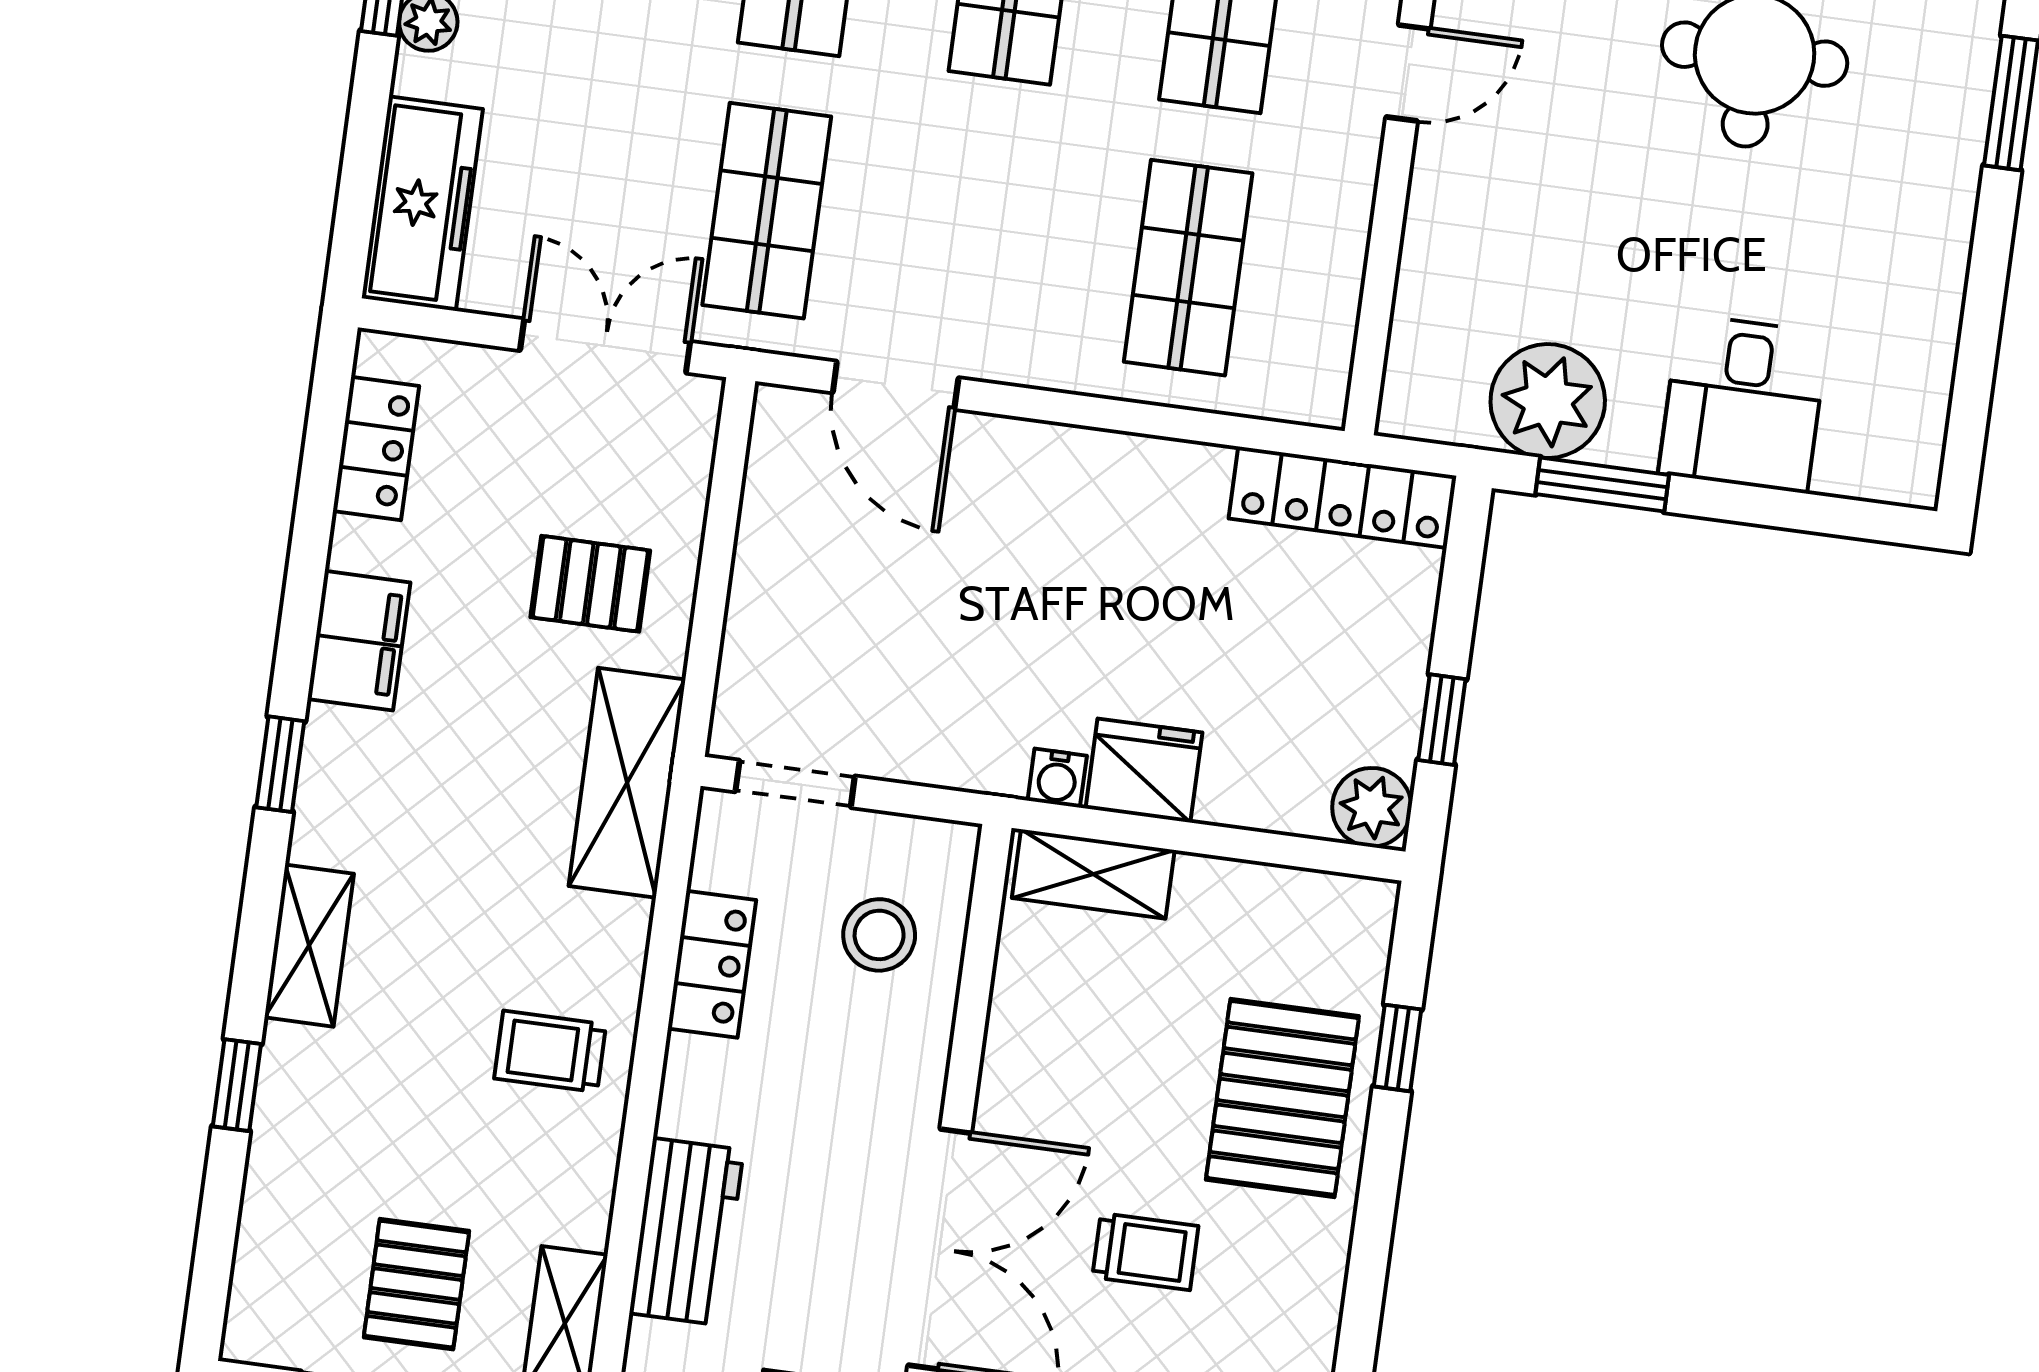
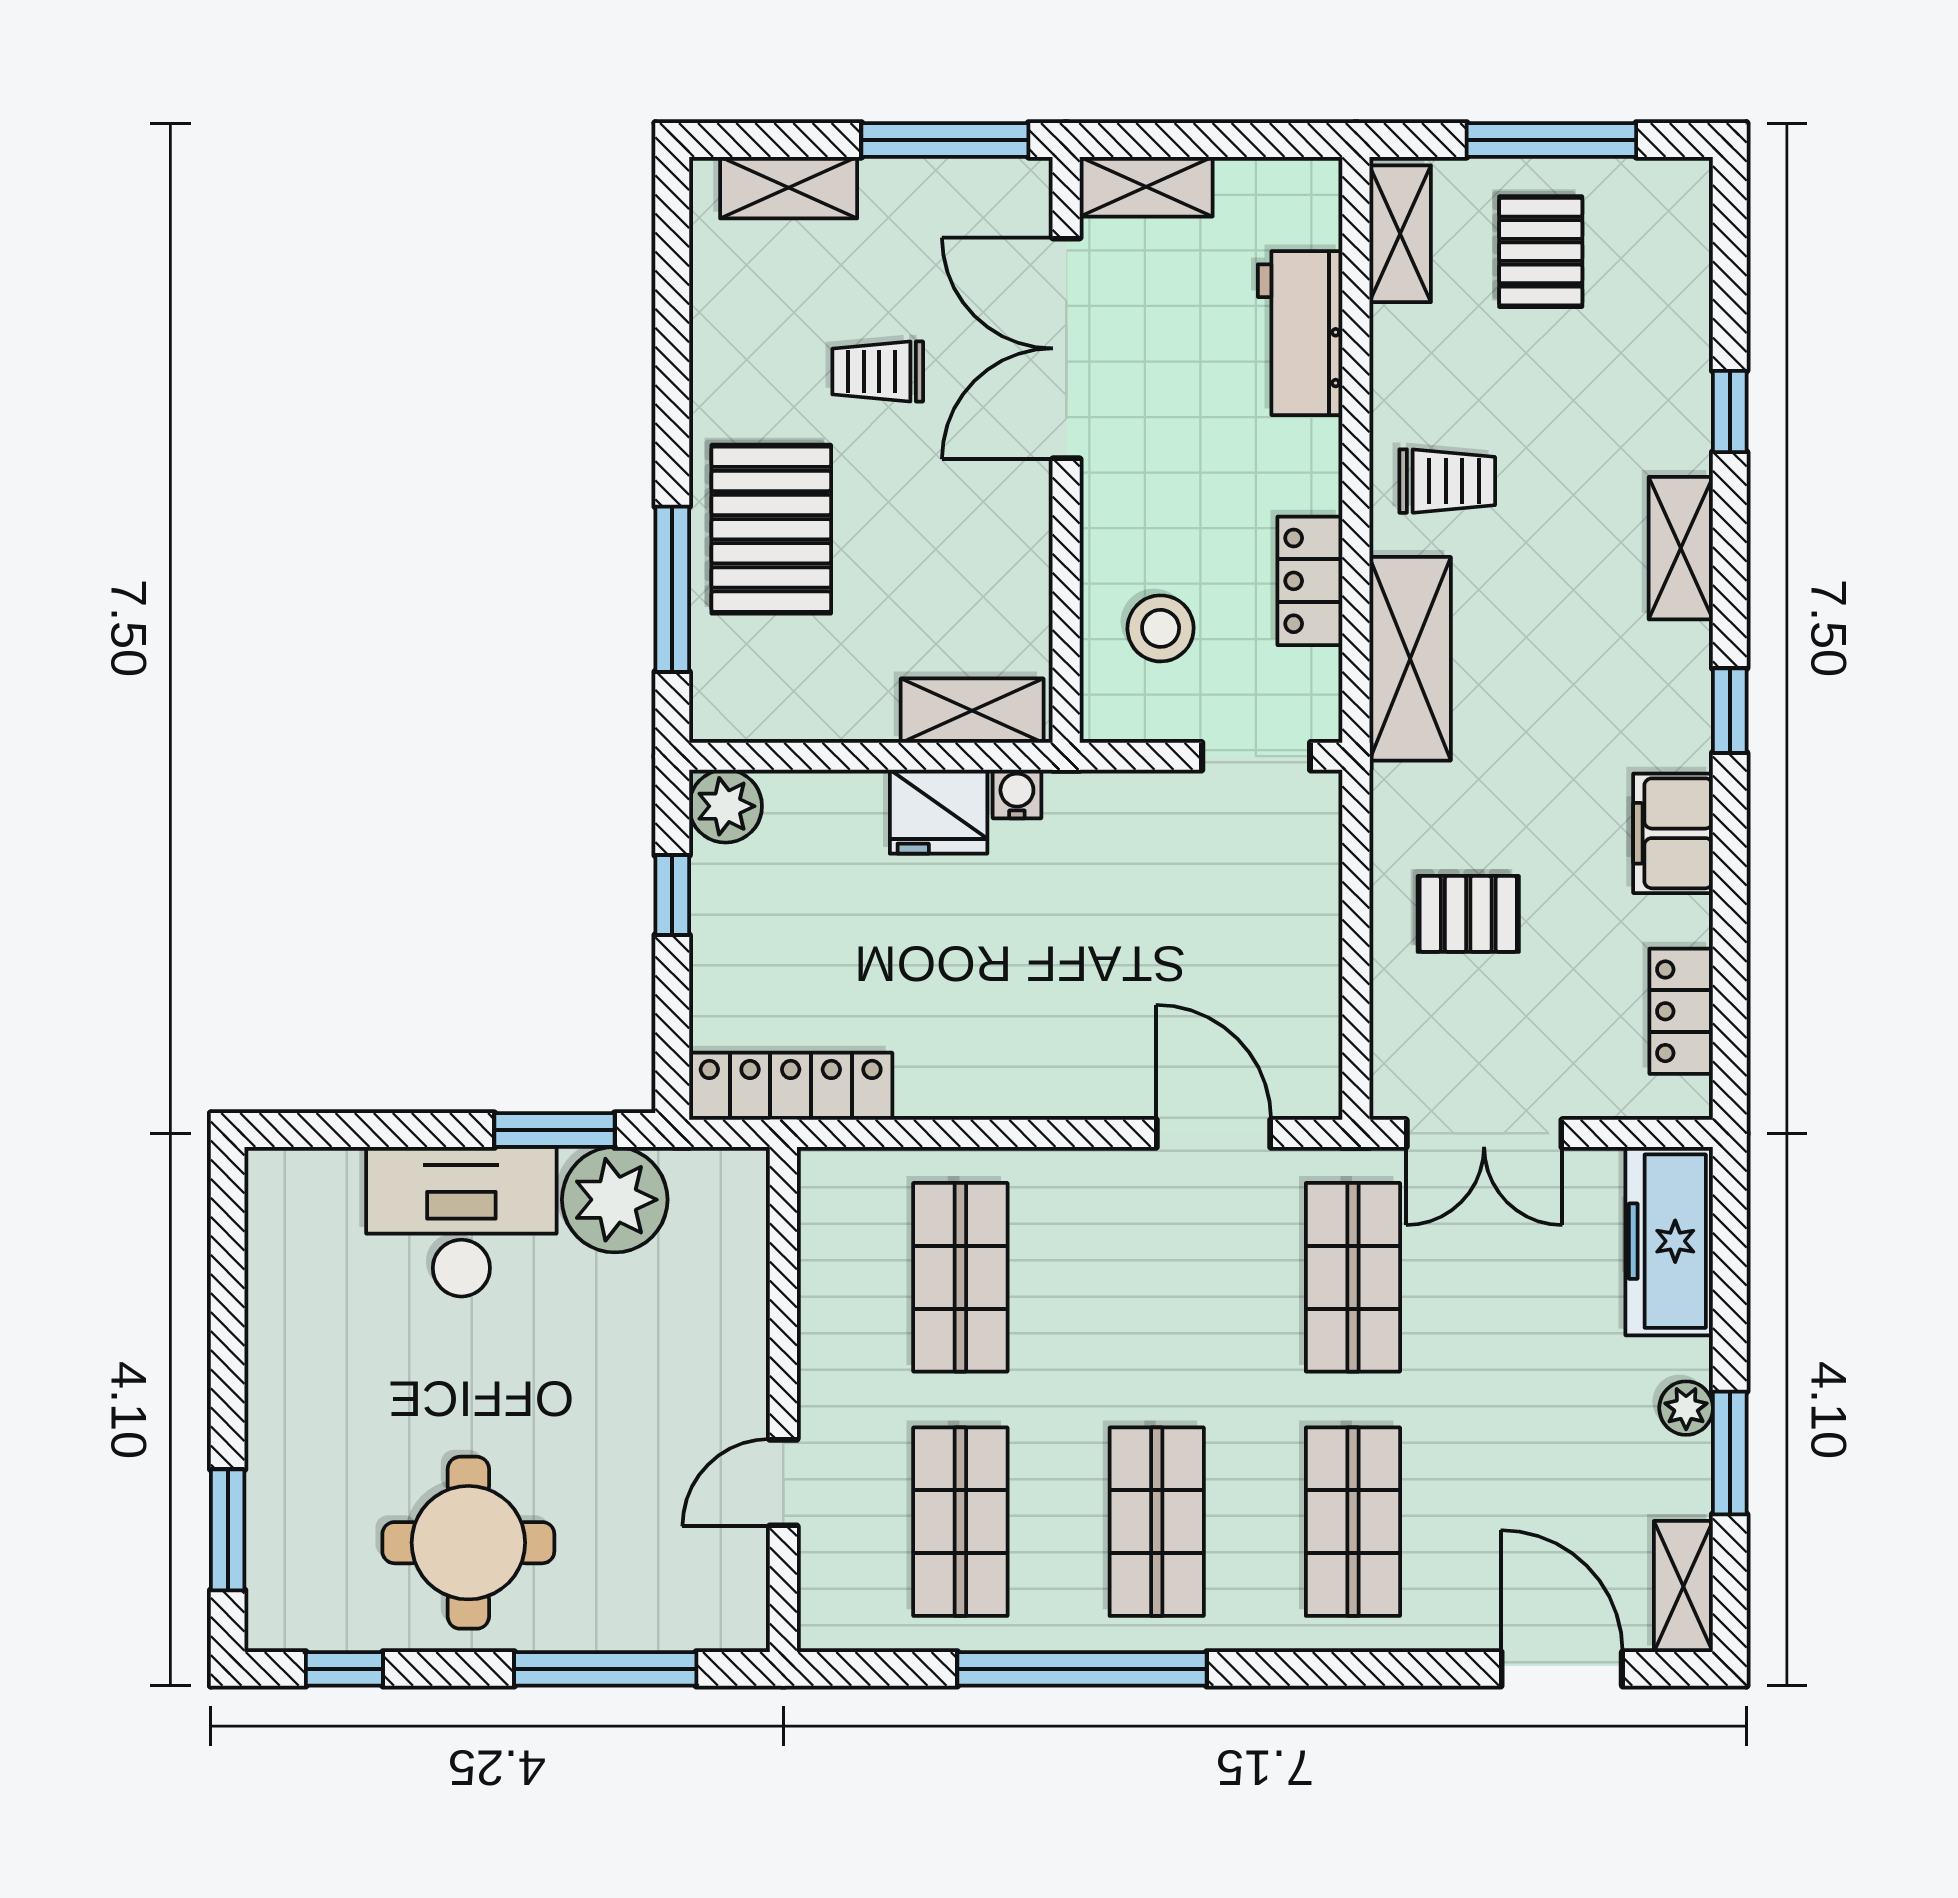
desk: (1743, 403) -> (461, 1222), width x1.37
shelving: (627, 783) -> (1410, 659), moved
window: (1397, 1048) -> (672, 589), width x2.17

